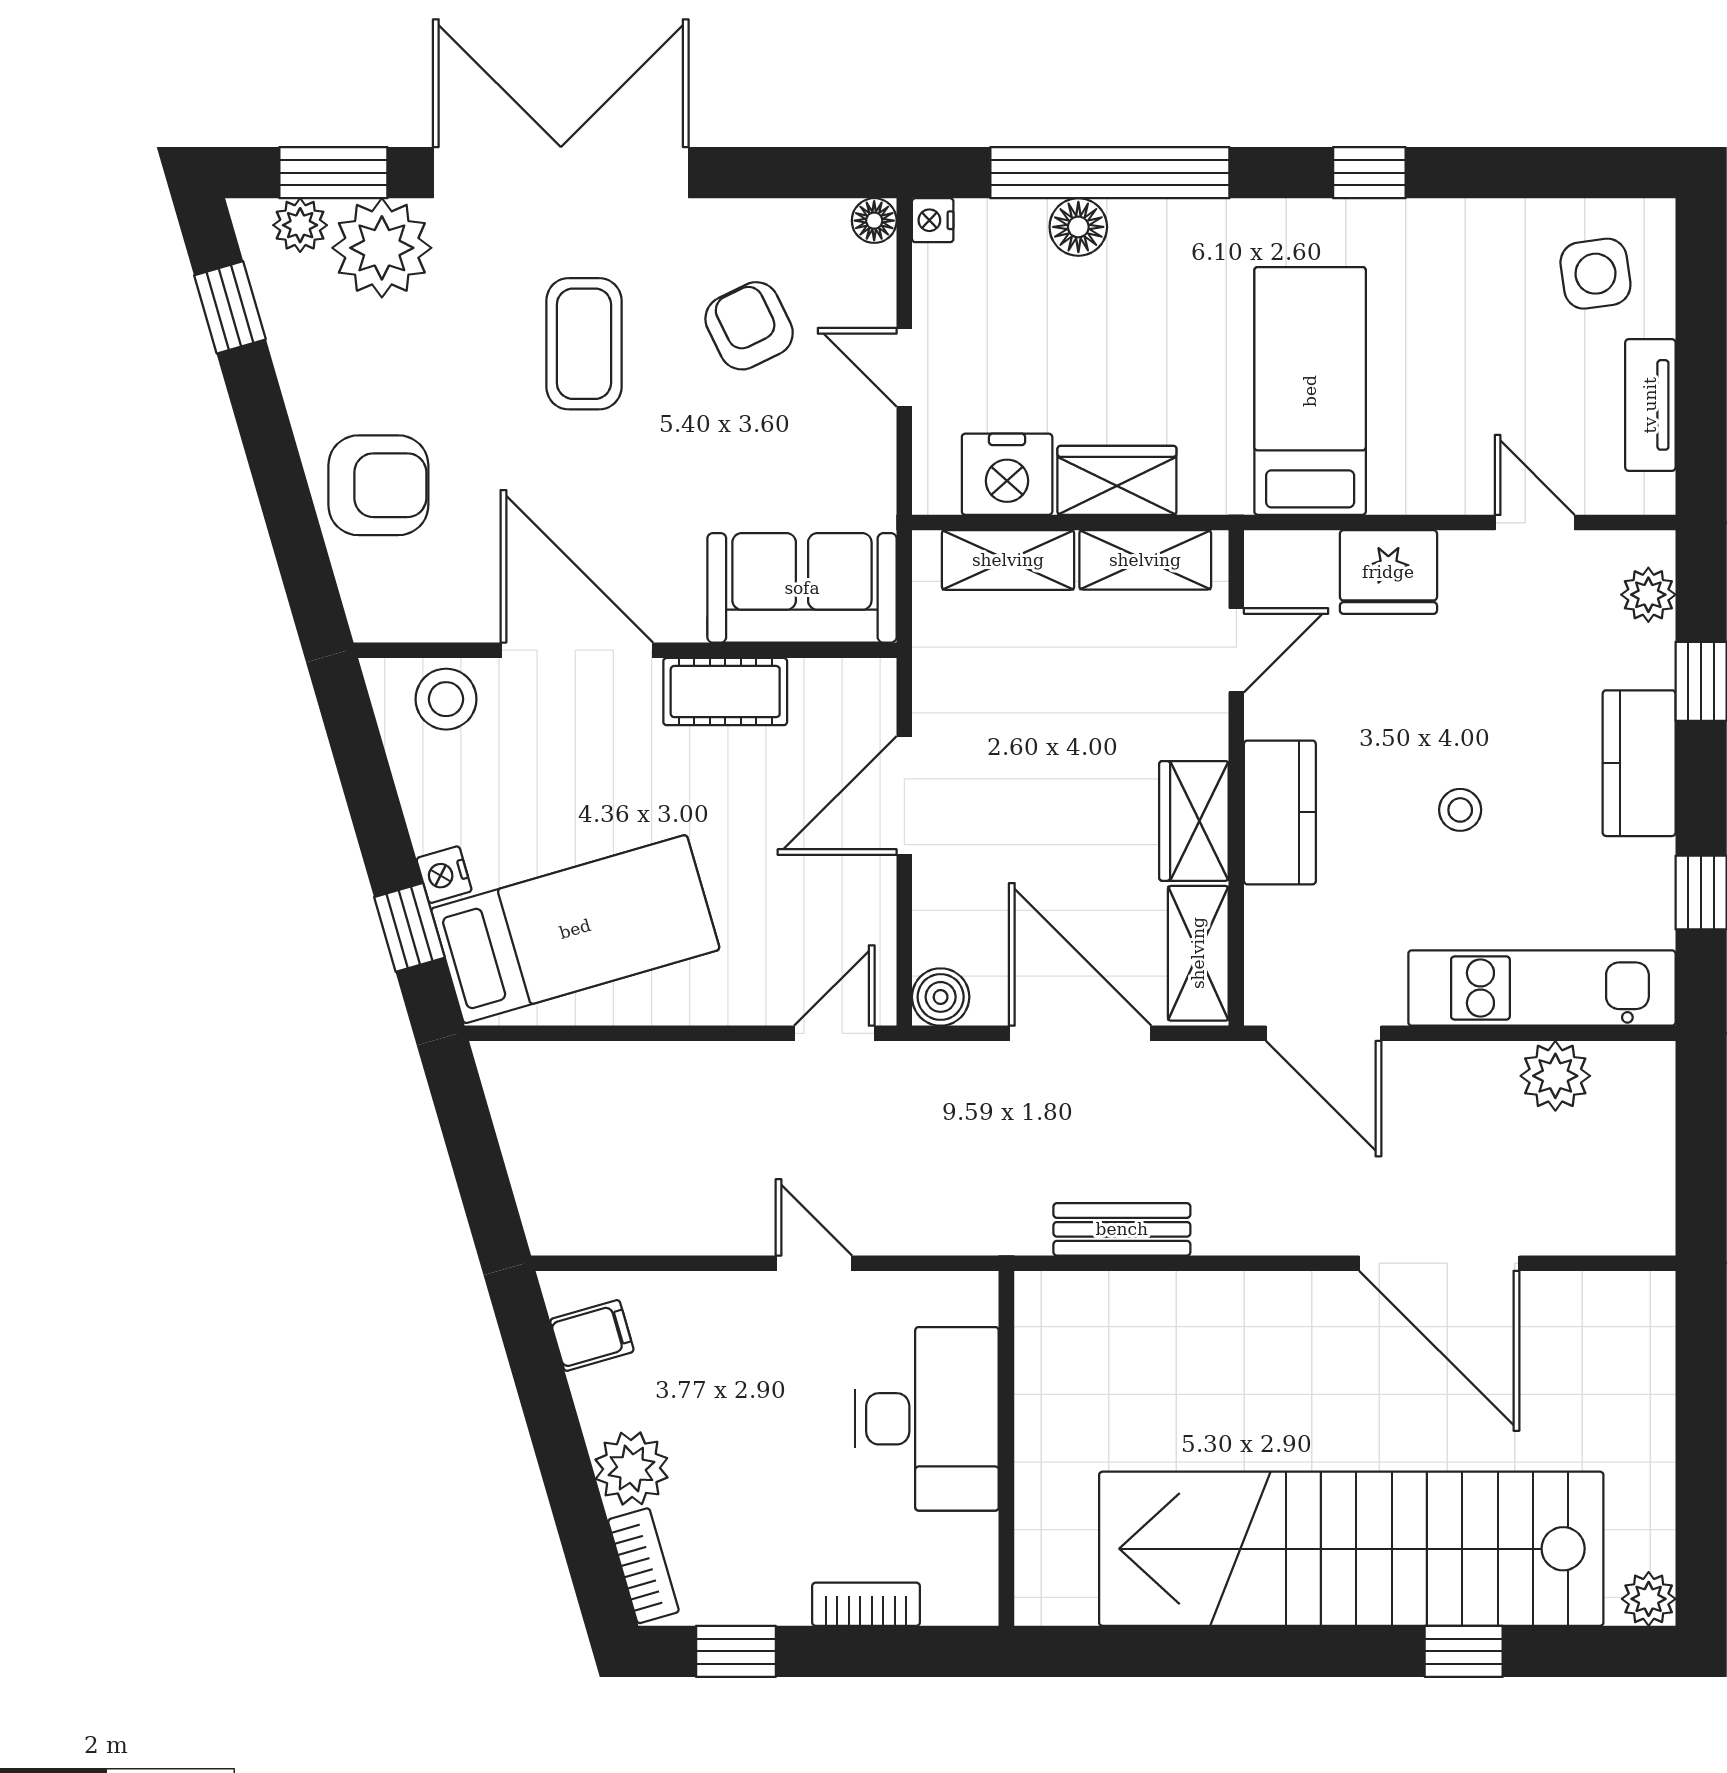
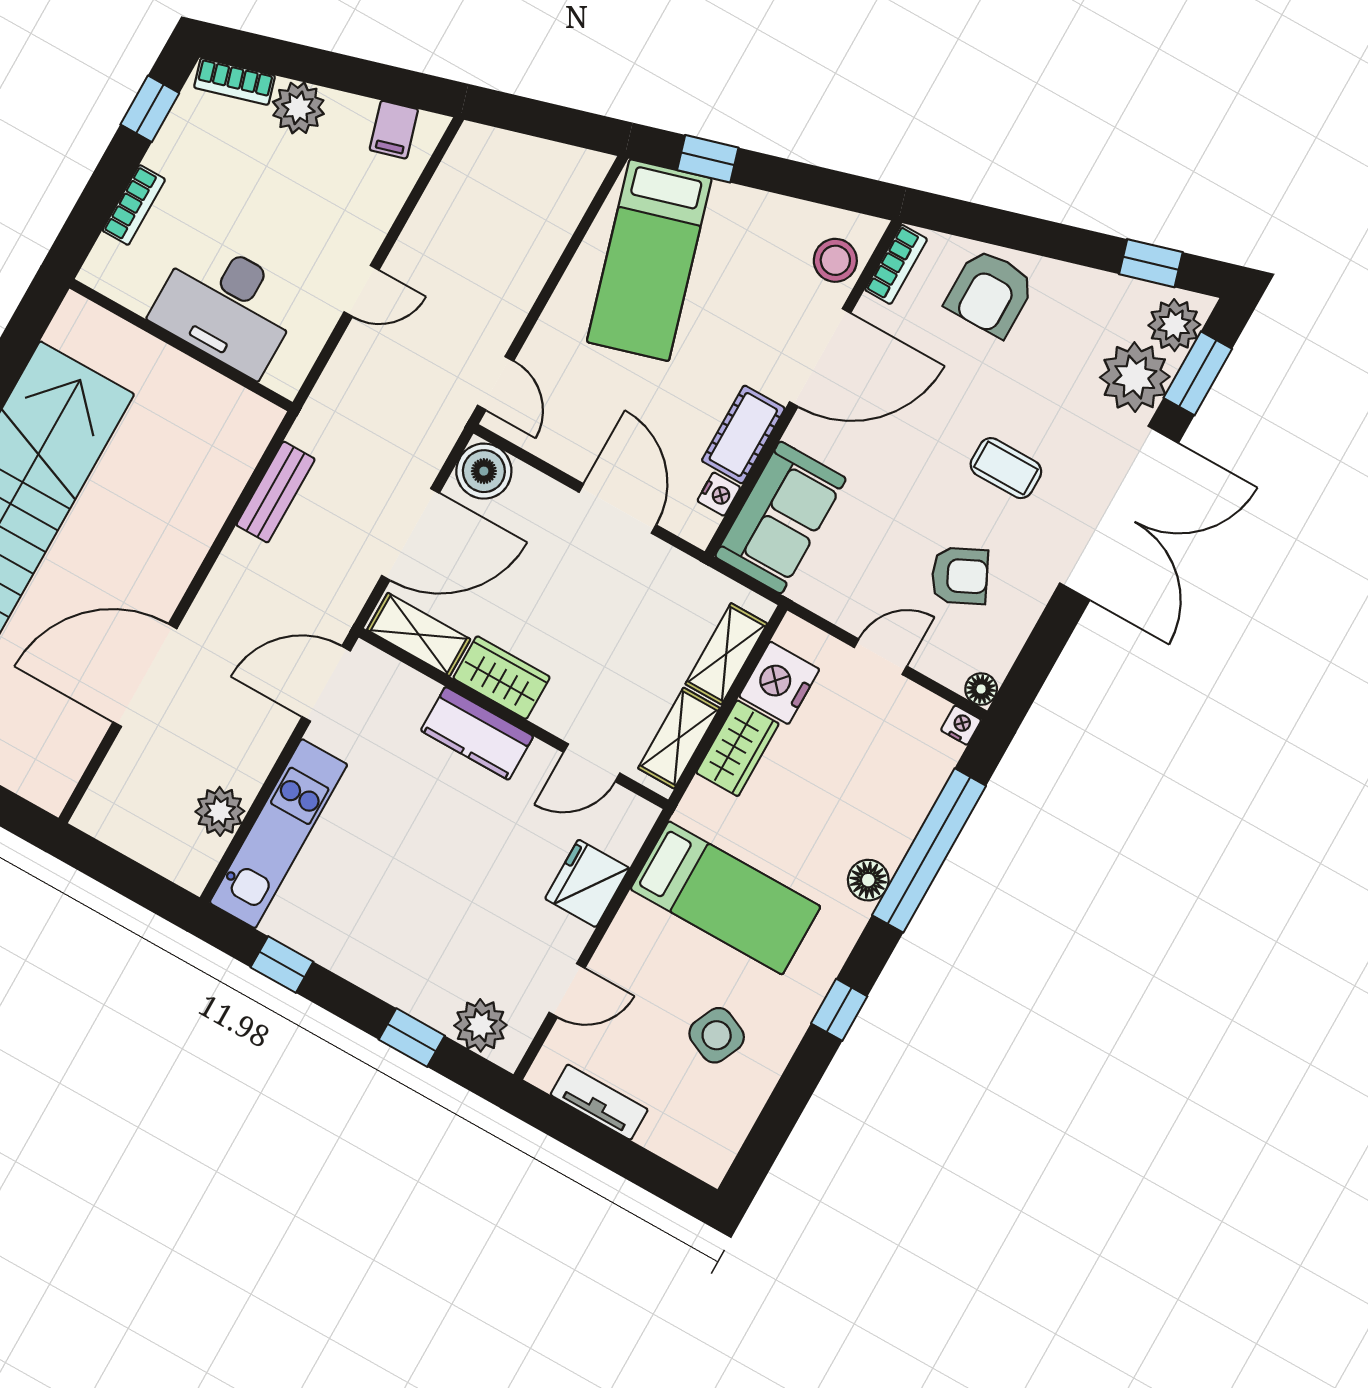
plant: (300, 225) -> (1174, 325), width x1.38, depth x1.38
floor lamp: (1078, 227) -> (868, 880), moved
side table: (1595, 274) -> (717, 1035), moved, turned 32
coffee table: (584, 344) -> (1006, 468), width x0.73, depth x0.77
plant: (1648, 595) -> (480, 1025), width x1.38, depth x1.38
bookcase: (409, 621) -> (896, 264), added
door: (1236, 650) -> (592, 763), hinge flipped
kitchen counter: (1639, 763) -> (383, 971), removed
stool: (1460, 810) -> (416, 845), removed
nightstand: (444, 875) -> (719, 494), moved, turned 106
boiler: (941, 997) -> (484, 471), width x1.36, depth x1.36

